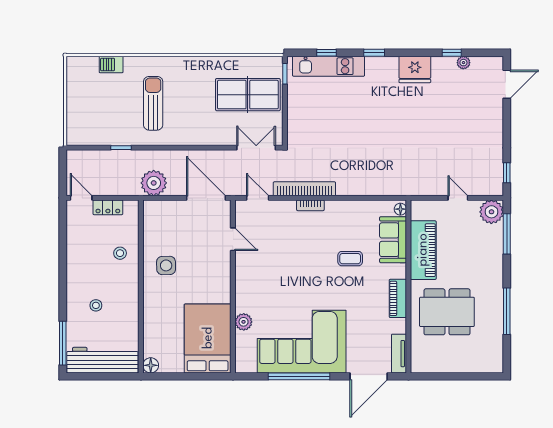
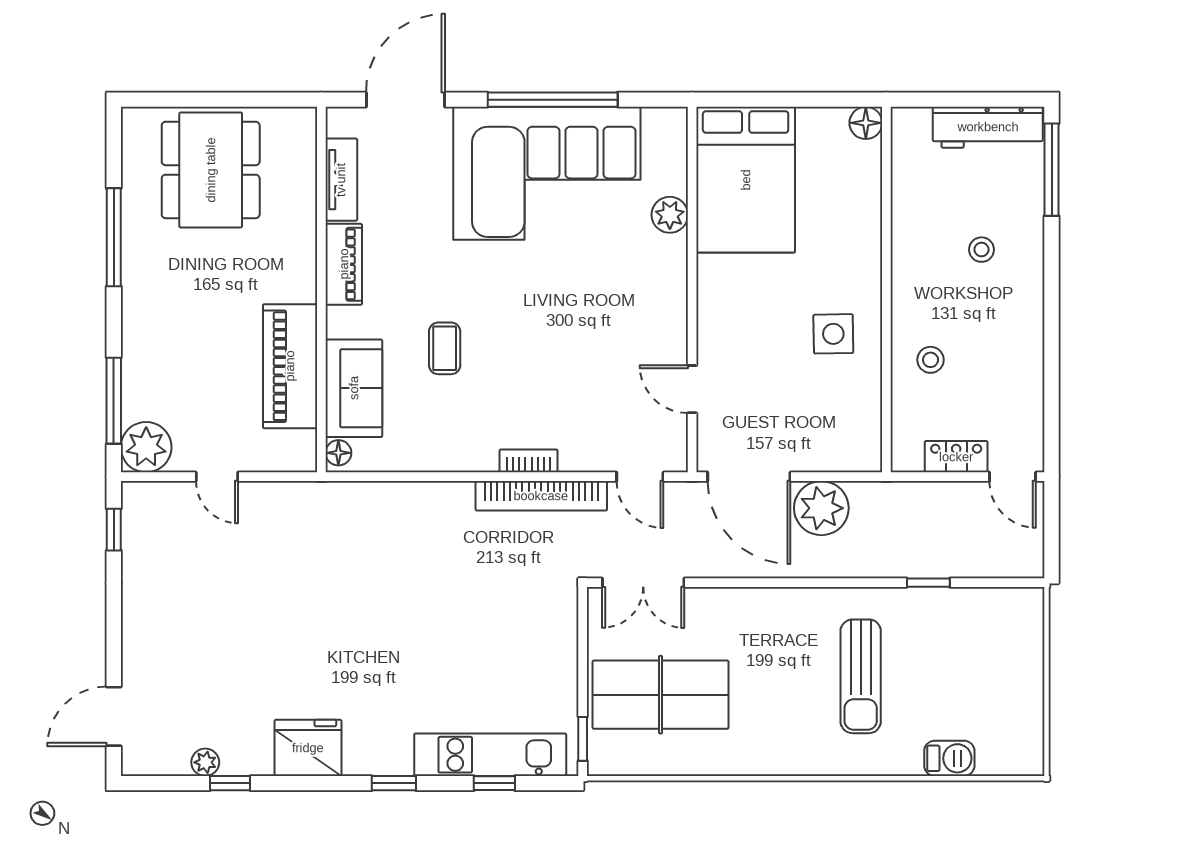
plant: (154, 183) -> (821, 508), moved
coffee table: (350, 259) -> (445, 348), turned 90
dining table: (447, 312) -> (211, 170), moved, turned 90
tv unit: (399, 354) -> (341, 180), moved
workbench: (102, 360) -> (988, 127), width x0.73, depth x0.76

